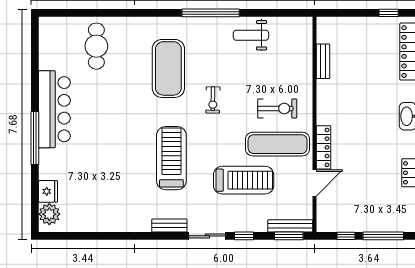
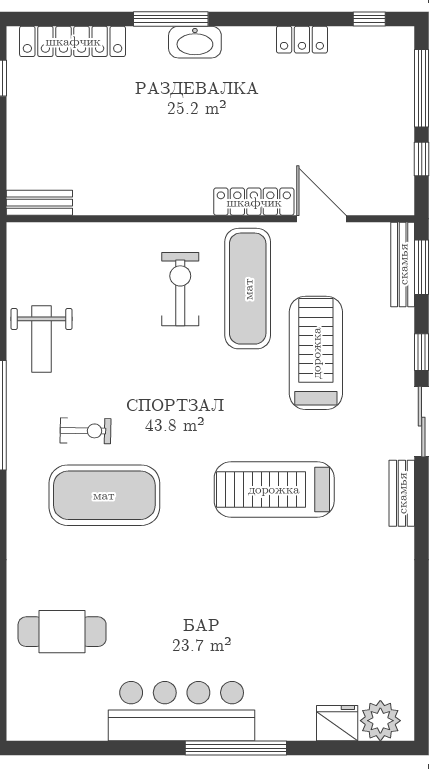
bench: (323, 61) -> (39, 203), moved
exercise bike: (213, 100) -> (85, 431), moved

